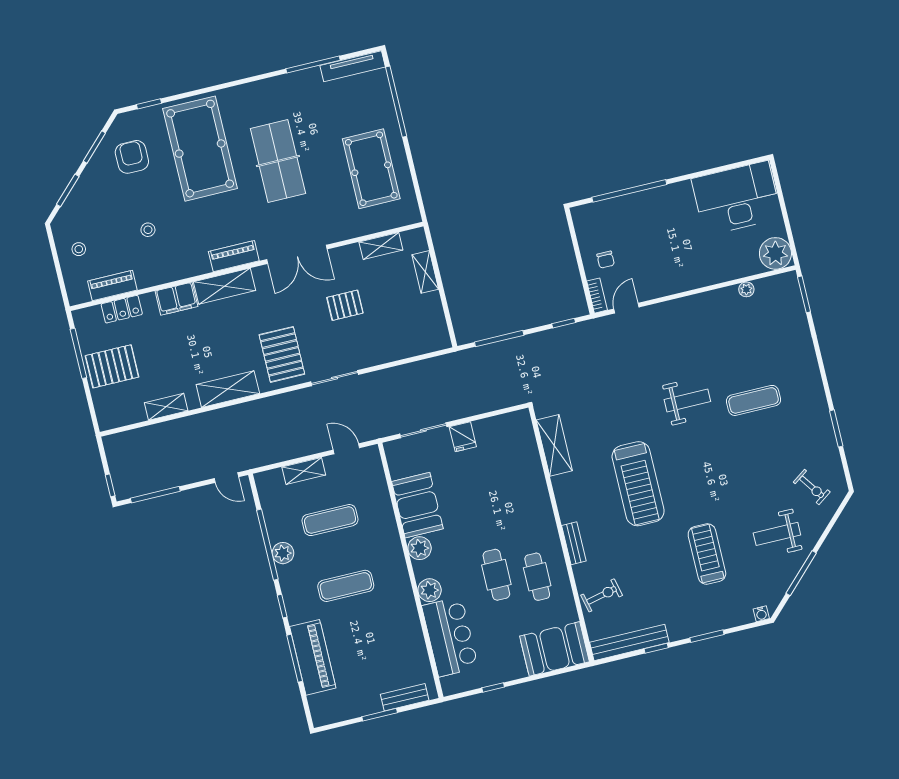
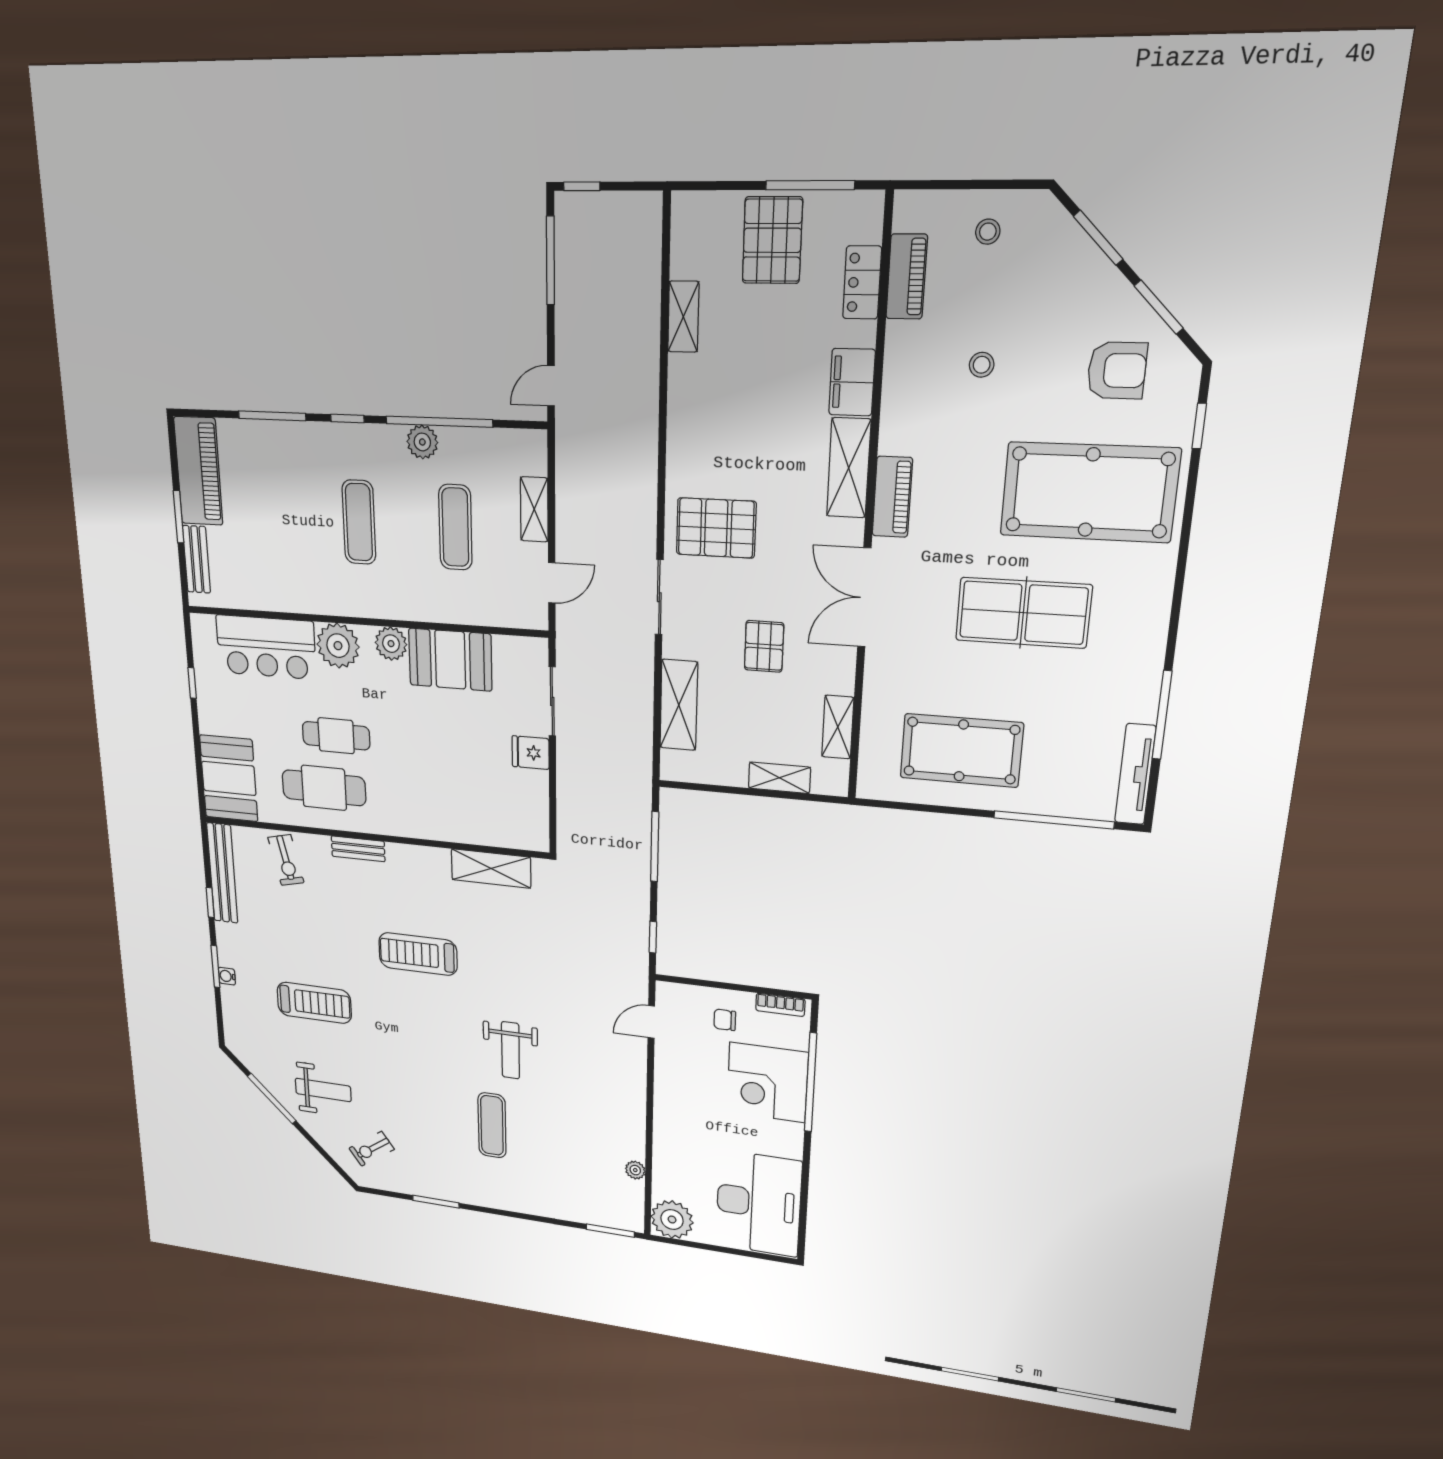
corner desk: (641, 219) -> (767, 1082), added
bookcase: (597, 296) -> (780, 1005), moved
door: (626, 308) -> (651, 1022), swing flipped
shelving: (228, 389) -> (679, 705), moved
treadmill: (638, 484) -> (418, 954), width x0.73, depth x0.73
weight bench: (777, 534) -> (323, 1090), turned 90
cafe table: (537, 577) -> (324, 788), width x1.37, depth x1.35
plant: (430, 590) -> (338, 646), width x1.36, depth x1.36
water cooler: (761, 614) -> (227, 976), moved
piano: (313, 657) -> (198, 471), moved, turned -90

